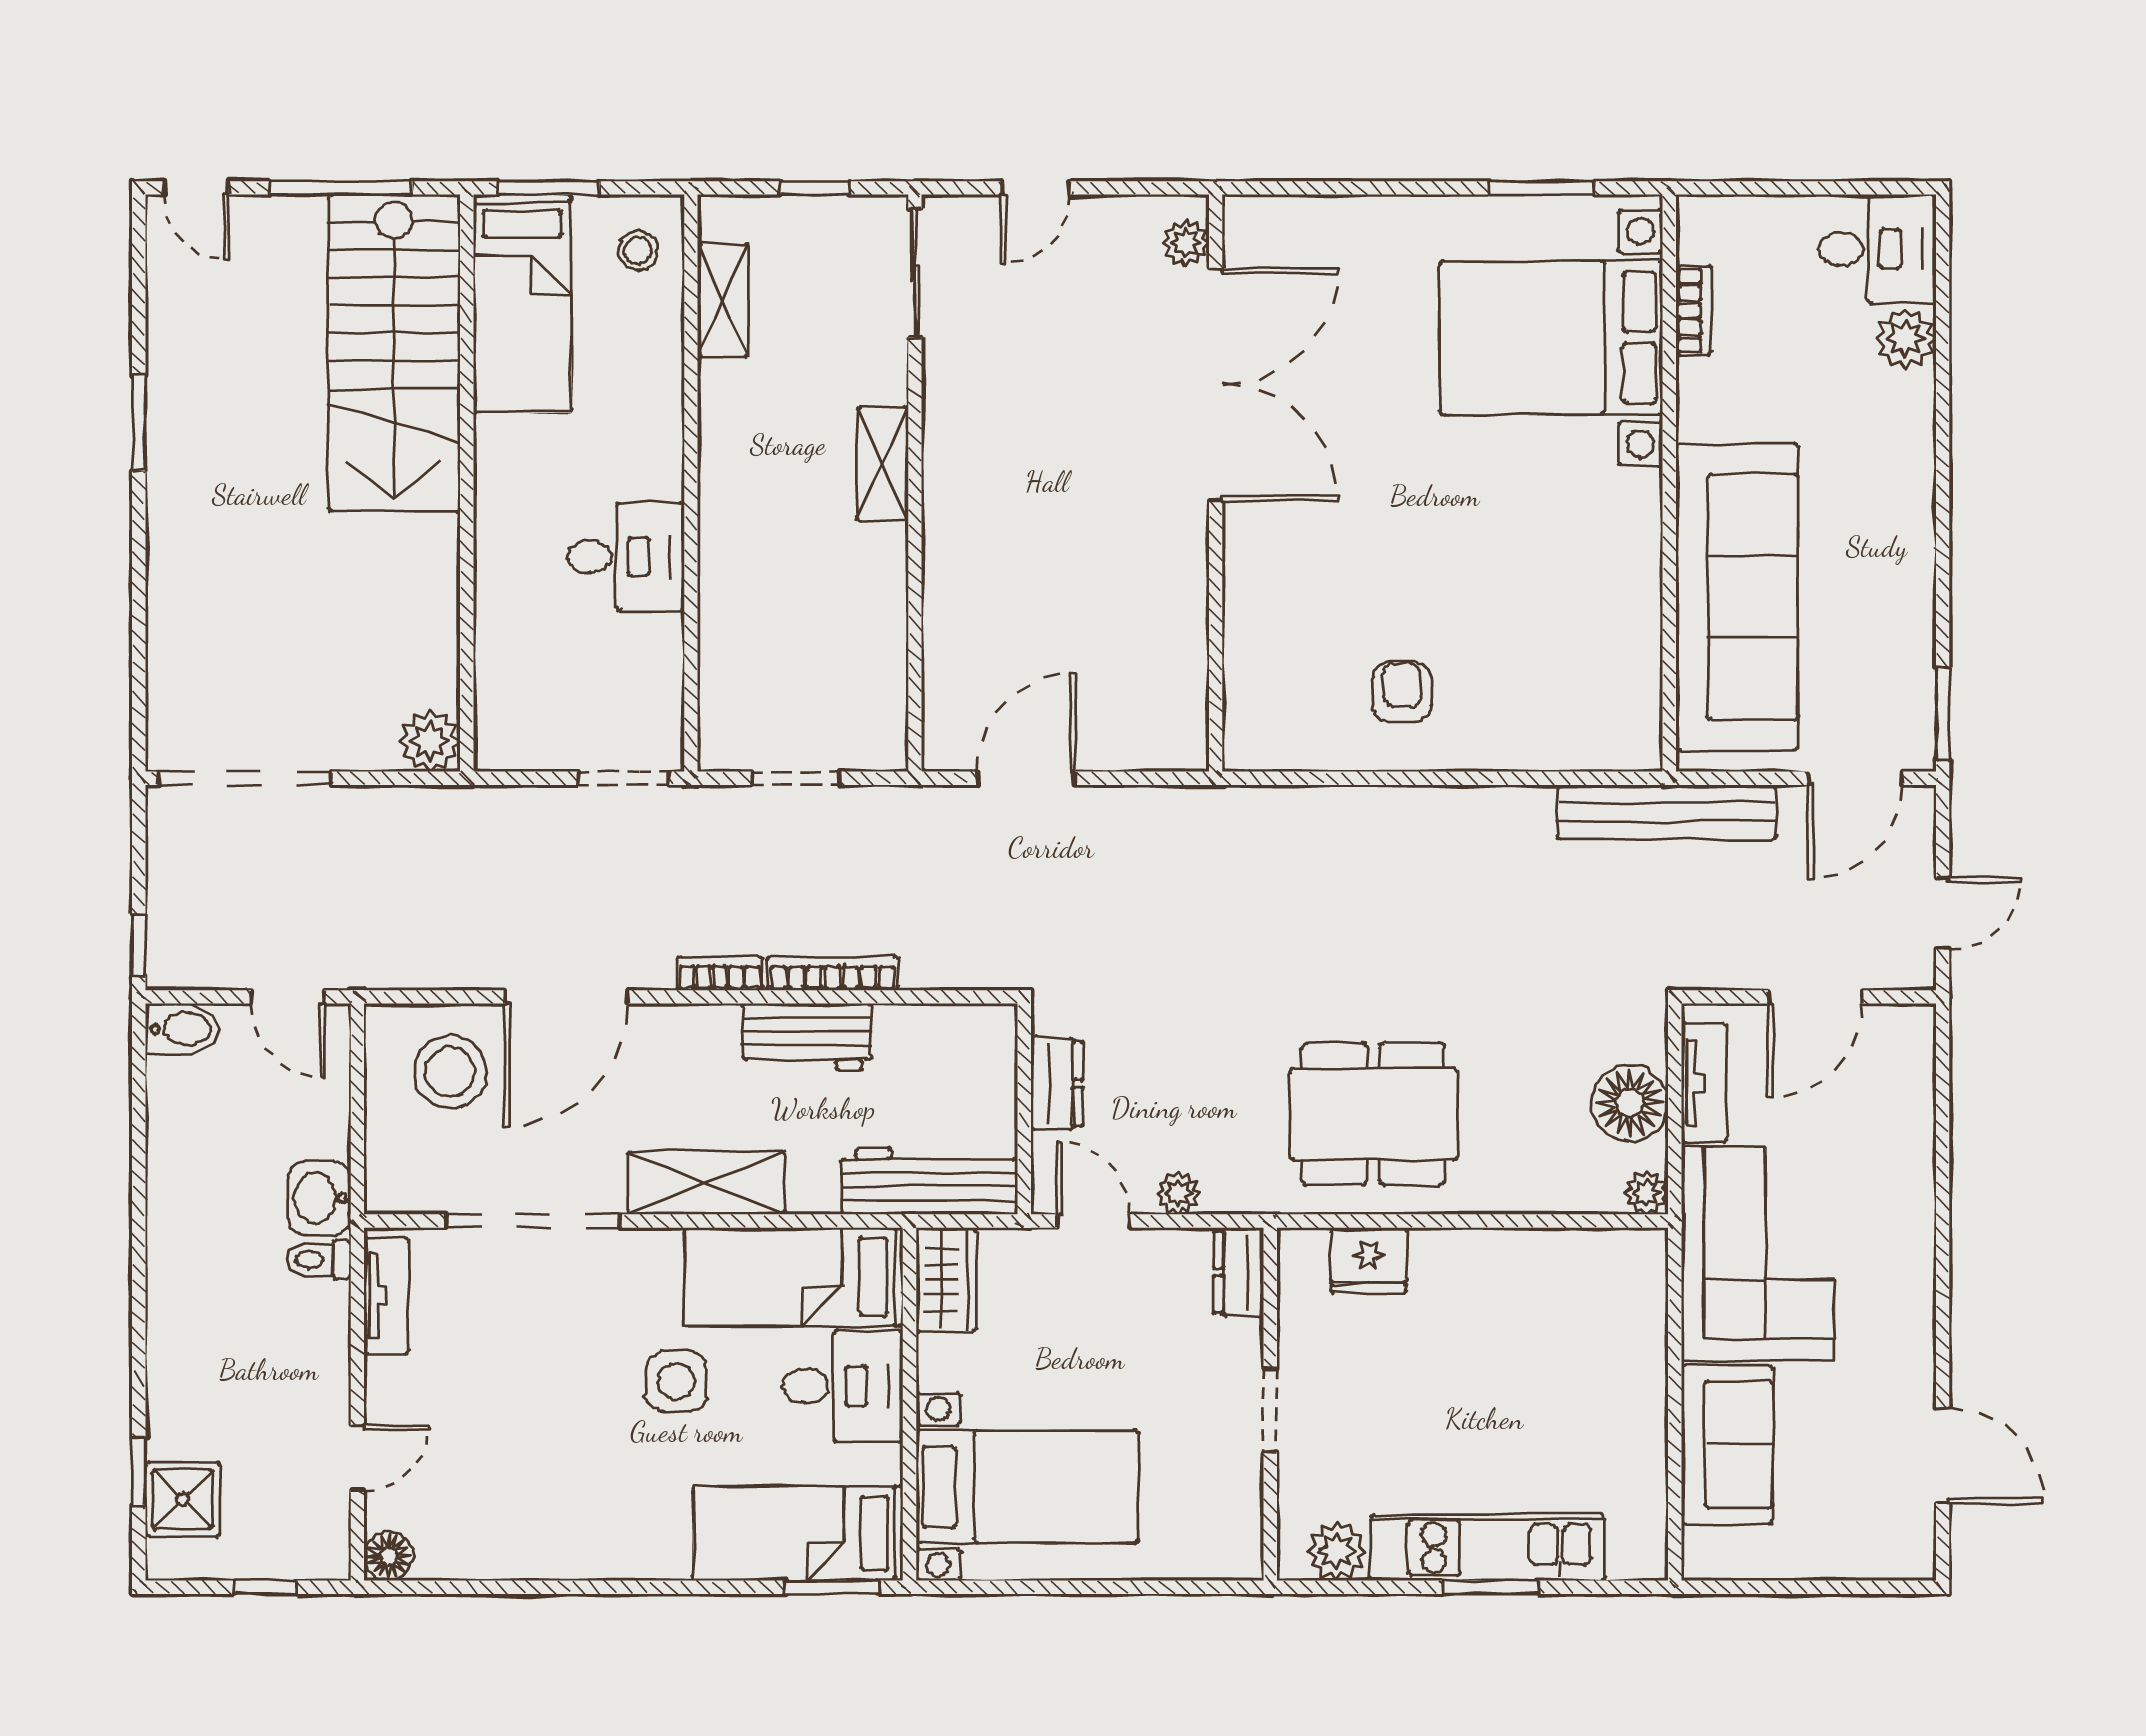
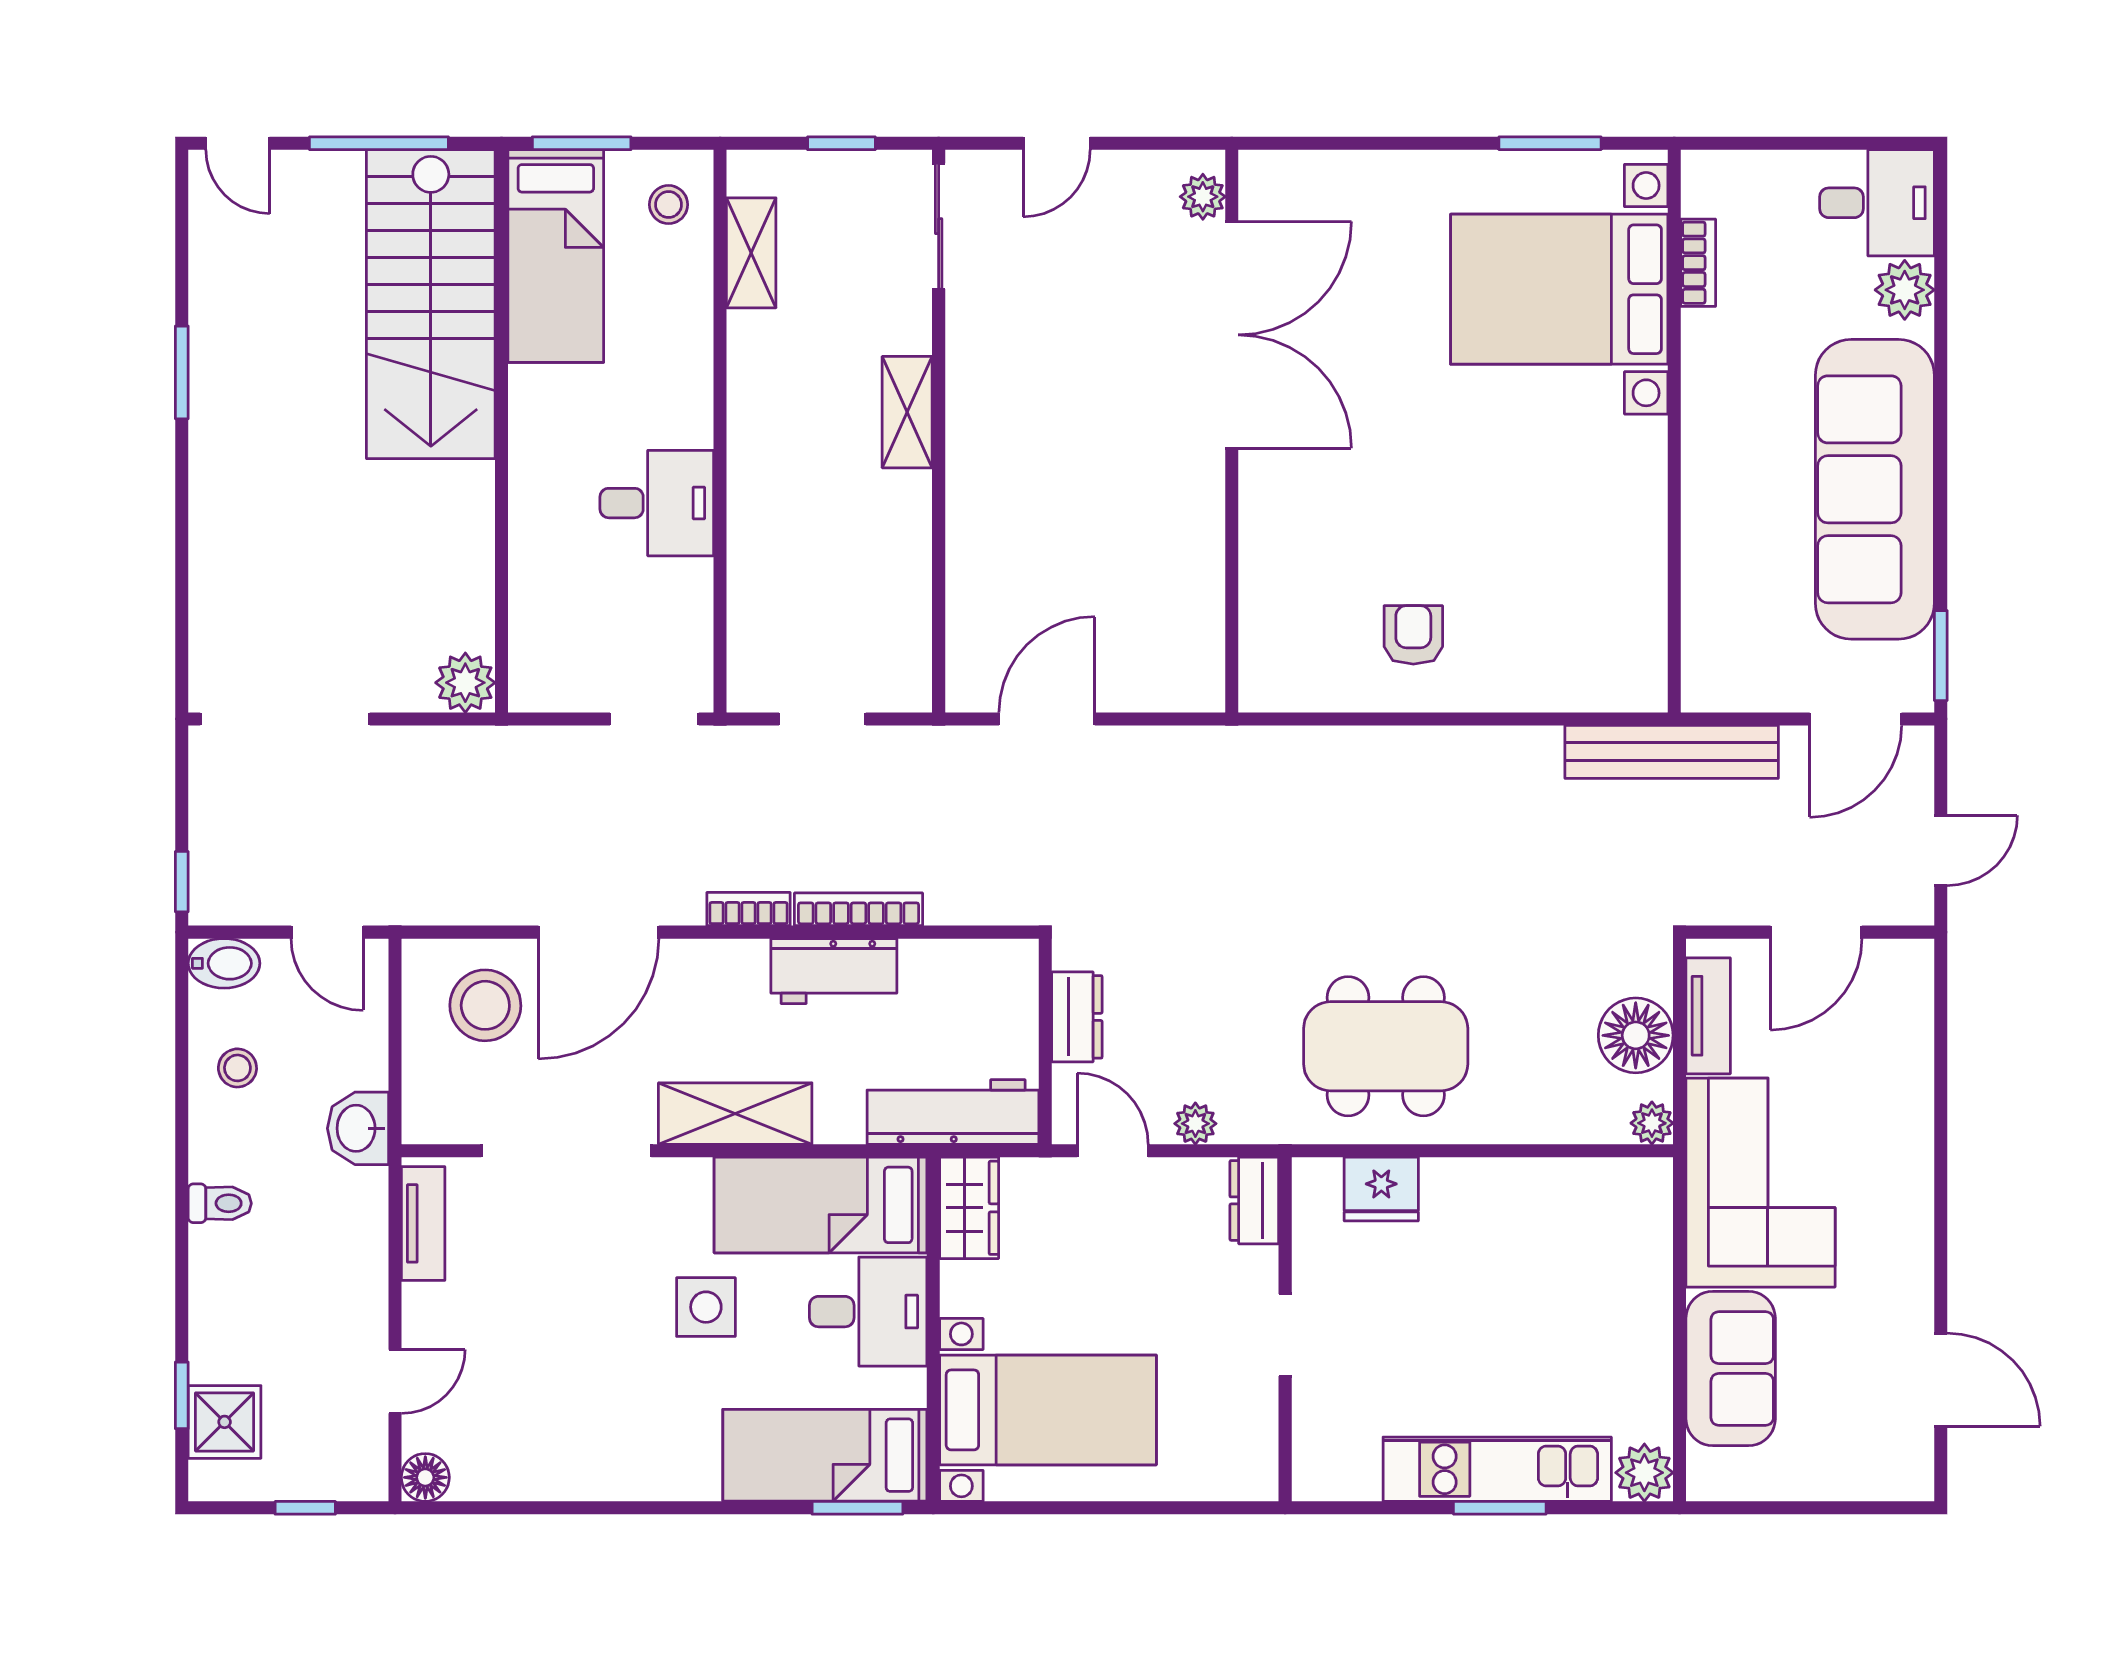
sofa: (1737, 597) -> (1875, 489), moved, turned 180
stool: (196, 1136) -> (237, 1068), added
toilet: (318, 1259) -> (220, 1203), moved, turned 180
plant: (1337, 1551) -> (1644, 1473), moved

